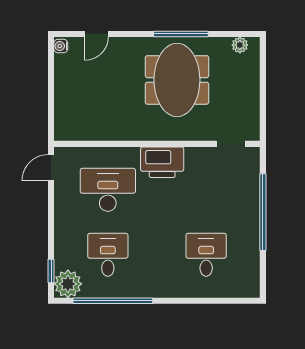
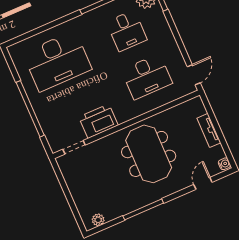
meeting table: (177, 80) -> (149, 154), moved
tv unit: (62, 94) -> (209, 130), added
printer: (162, 162) -> (98, 121), moved
desk: (206, 255) -> (57, 61), width x1.87, depth x1.30

